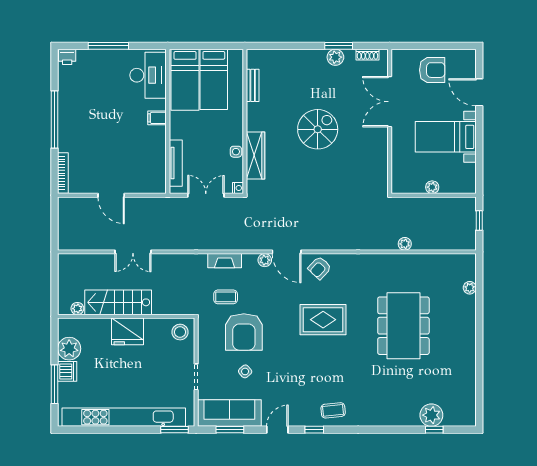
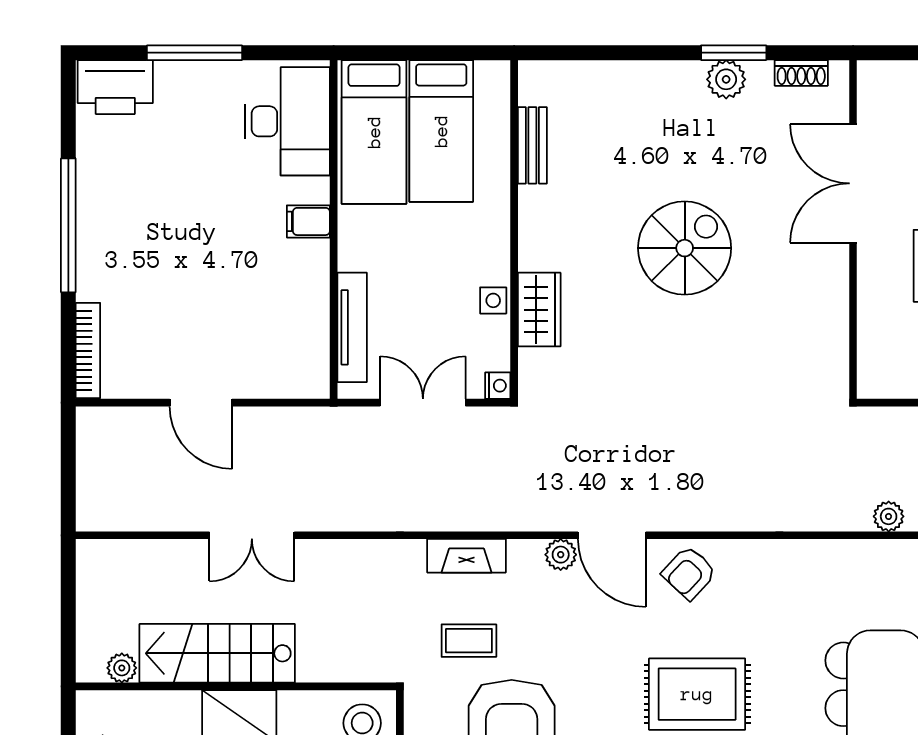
printer: (67, 57) -> (115, 87), width x1.87, depth x1.48
wardrobe: (256, 156) -> (539, 310), width x0.67

